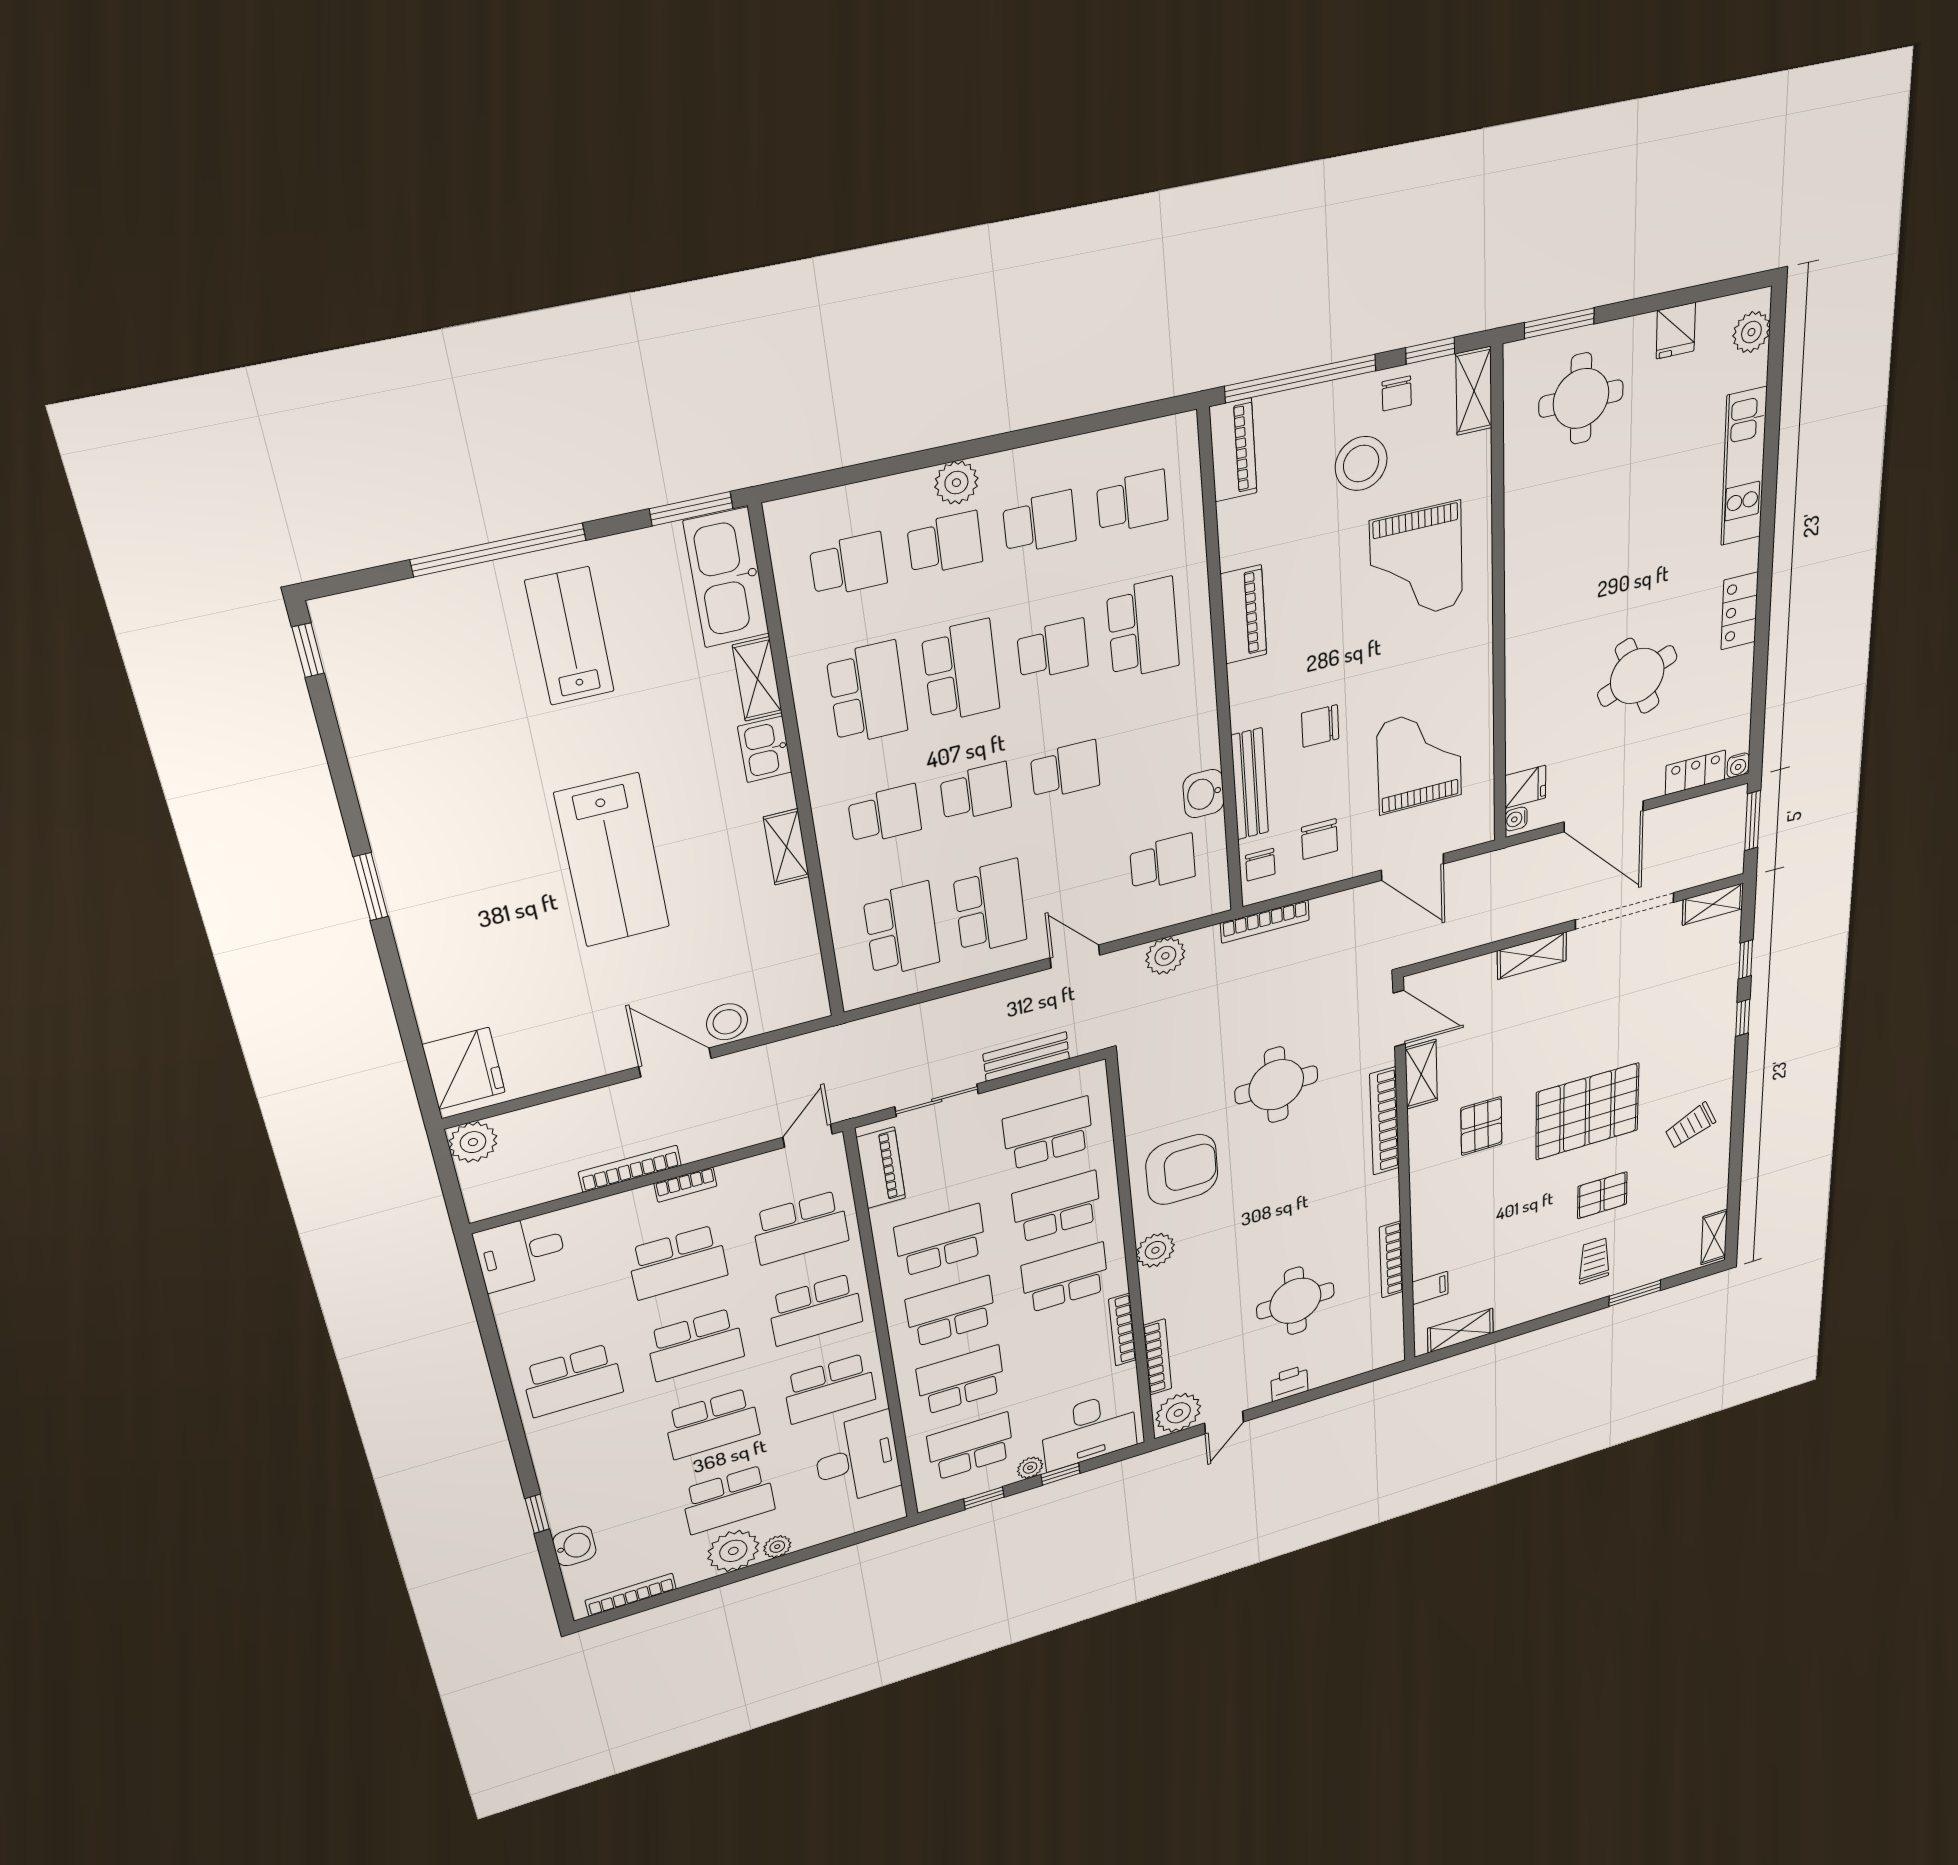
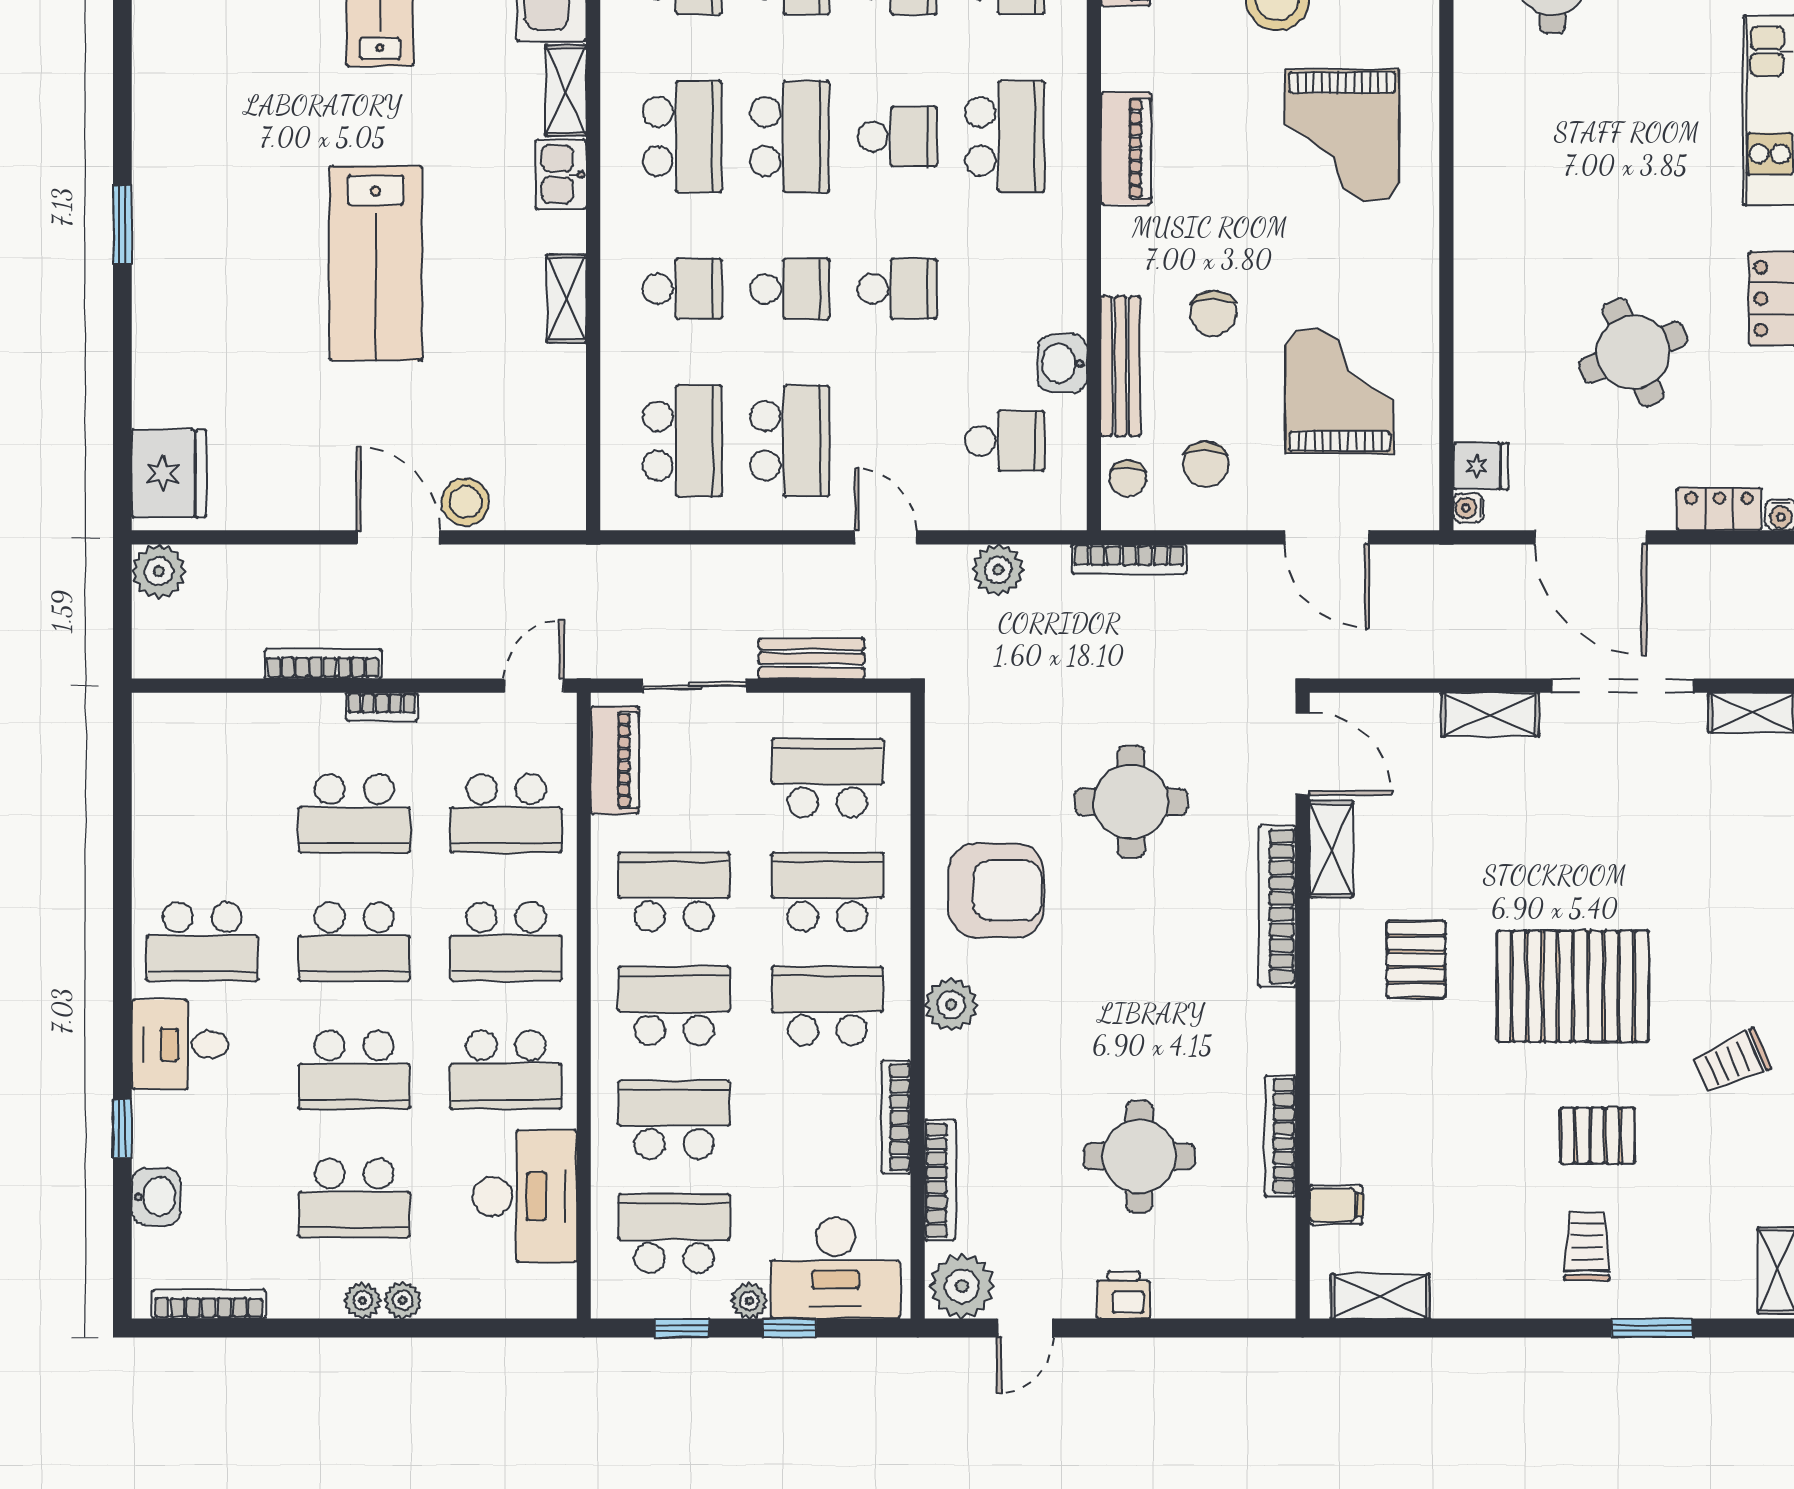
chair: (1320, 726) -> (1213, 313), turned -90
desk: (521, 1253) -> (180, 1045), moved
plant: (733, 1551) -> (363, 1301), width x0.53, depth x0.53

